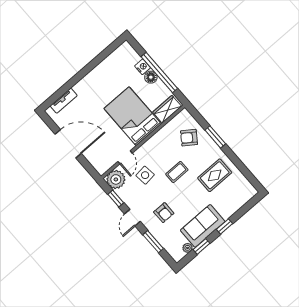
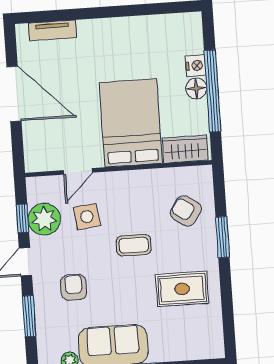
plant: (116, 179) -> (44, 219), moved
armchair: (164, 213) -> (74, 287), turned 180

